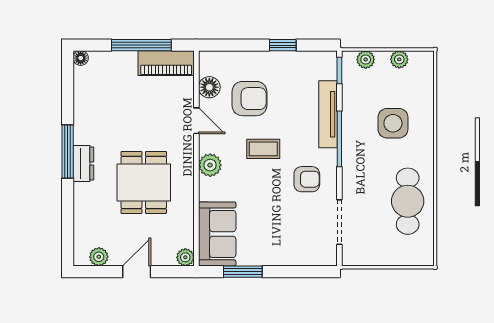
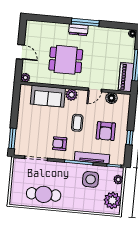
plant: (399, 59) -> (112, 200), width x1.88, depth x1.88
armchair: (249, 99) -> (106, 131), moved
side table: (393, 123) -> (91, 179), moved
armchair: (307, 179) -> (60, 144), turned 90
sofa: (217, 234) -> (48, 96), moved
plant: (99, 257) -> (30, 33), removed
window: (243, 272) -> (12, 138), moved

